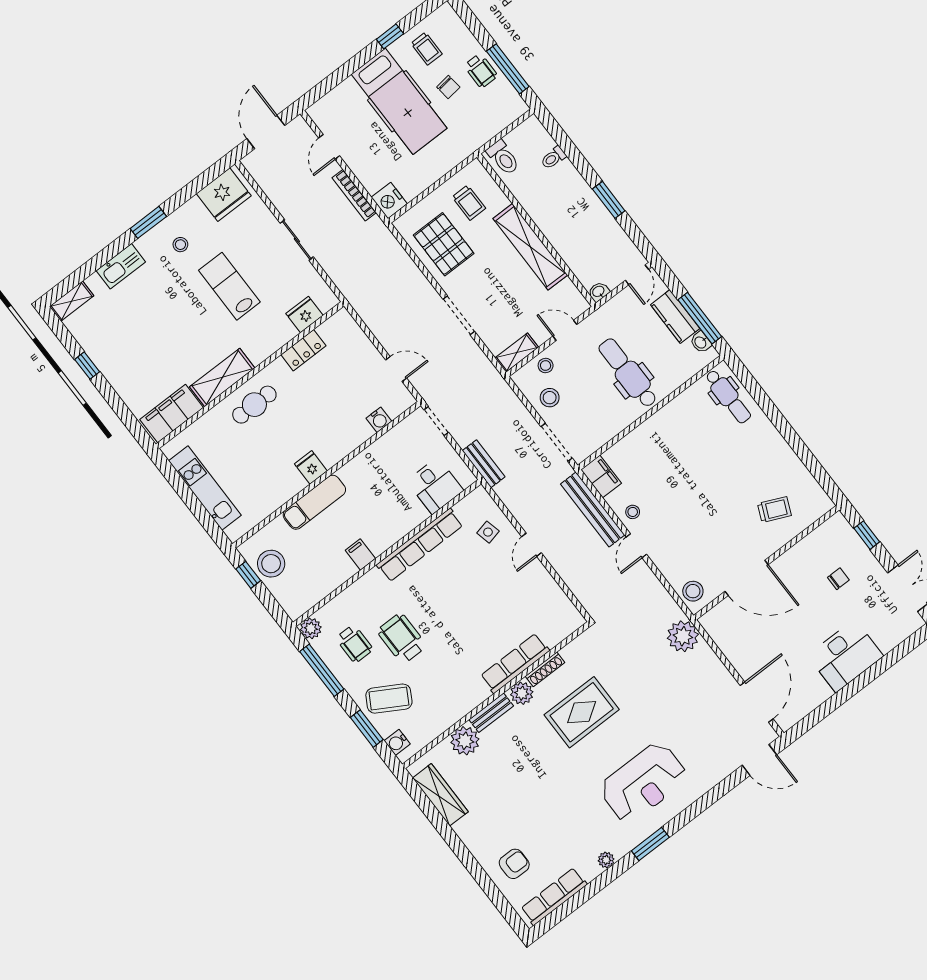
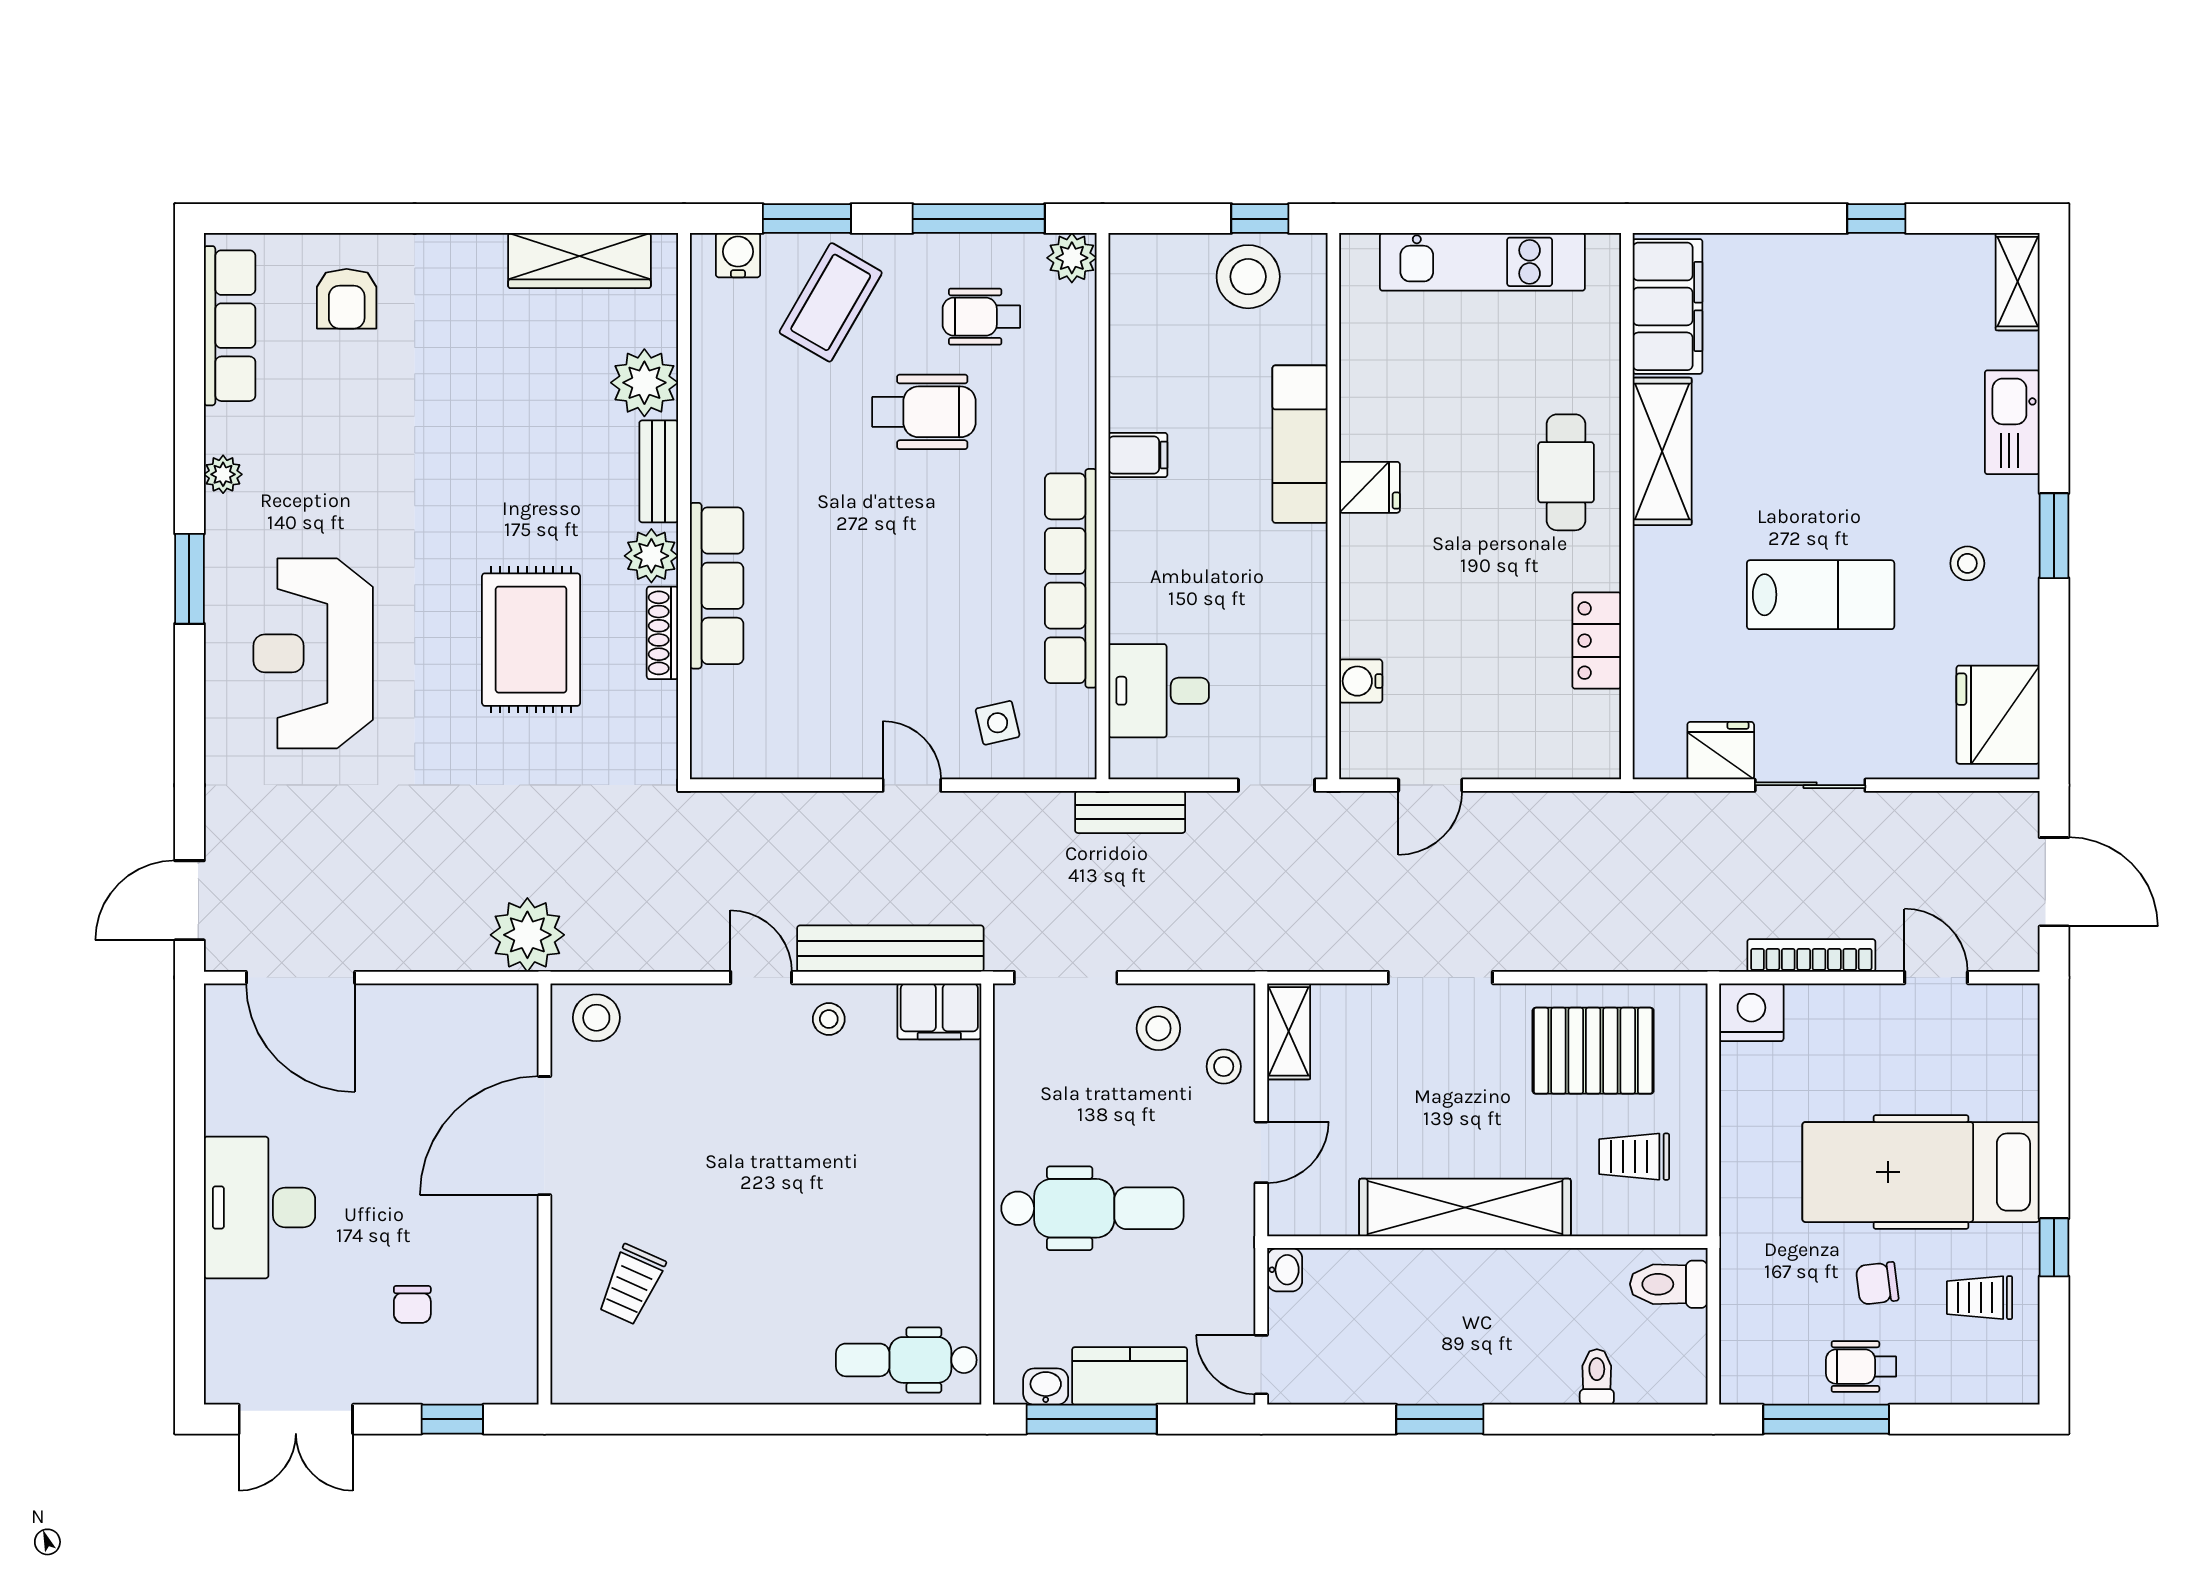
fridge: (304, 315) -> (1721, 751), moved, turned -90

